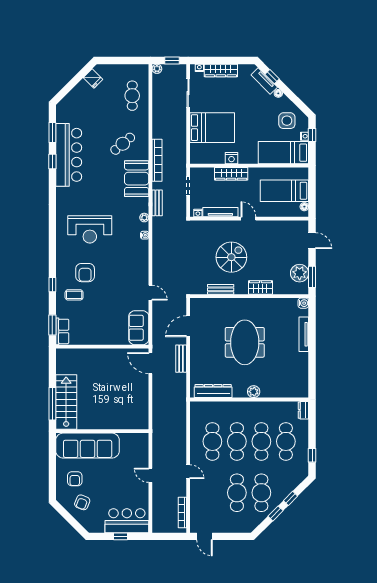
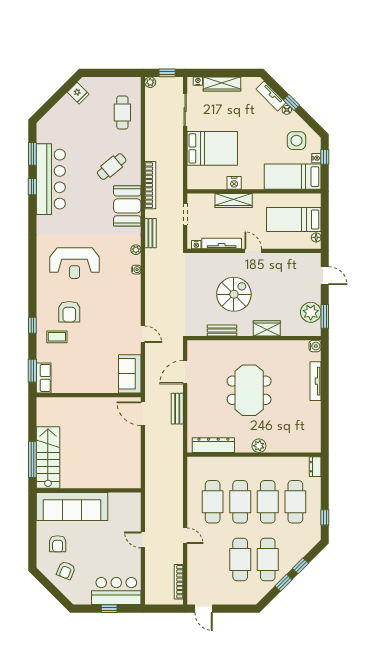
window: (272, 77) -> (292, 103), moved

